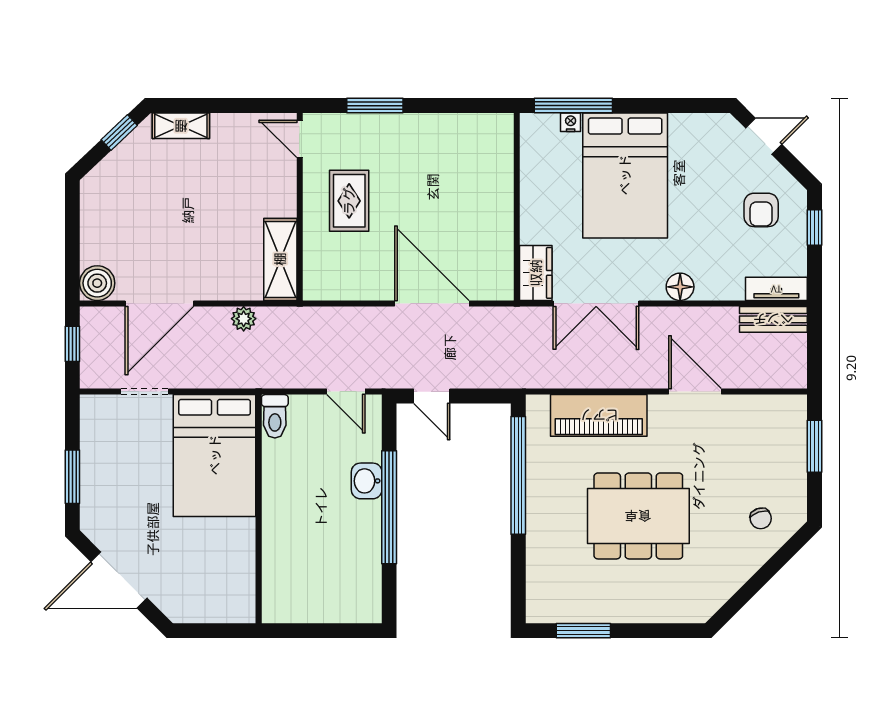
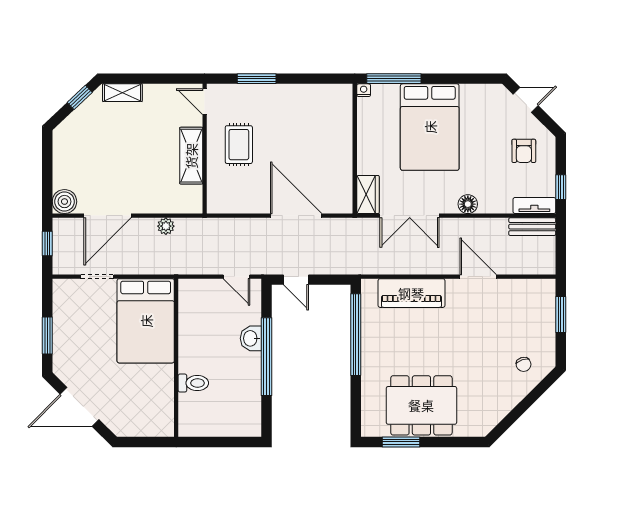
nightstand: (571, 122) -> (364, 90), moved
window: (814, 228) -> (561, 187), moved
shelving: (280, 259) -> (191, 156), moved
toilet: (275, 416) -> (193, 383), moved, turned -90
dining table: (638, 516) -> (421, 405), moved

